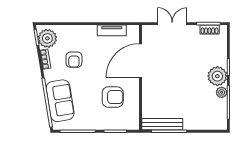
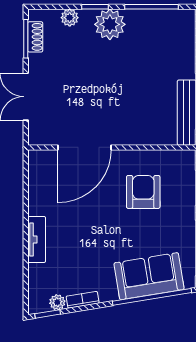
tv unit: (112, 30) -> (37, 239), moved
plant: (47, 38) -> (57, 302), width x0.53, depth x0.53
armchair: (74, 60) -> (83, 254), removed
door: (140, 60) -> (85, 147), hinge flipped
plant: (222, 92) -> (70, 18), moved

